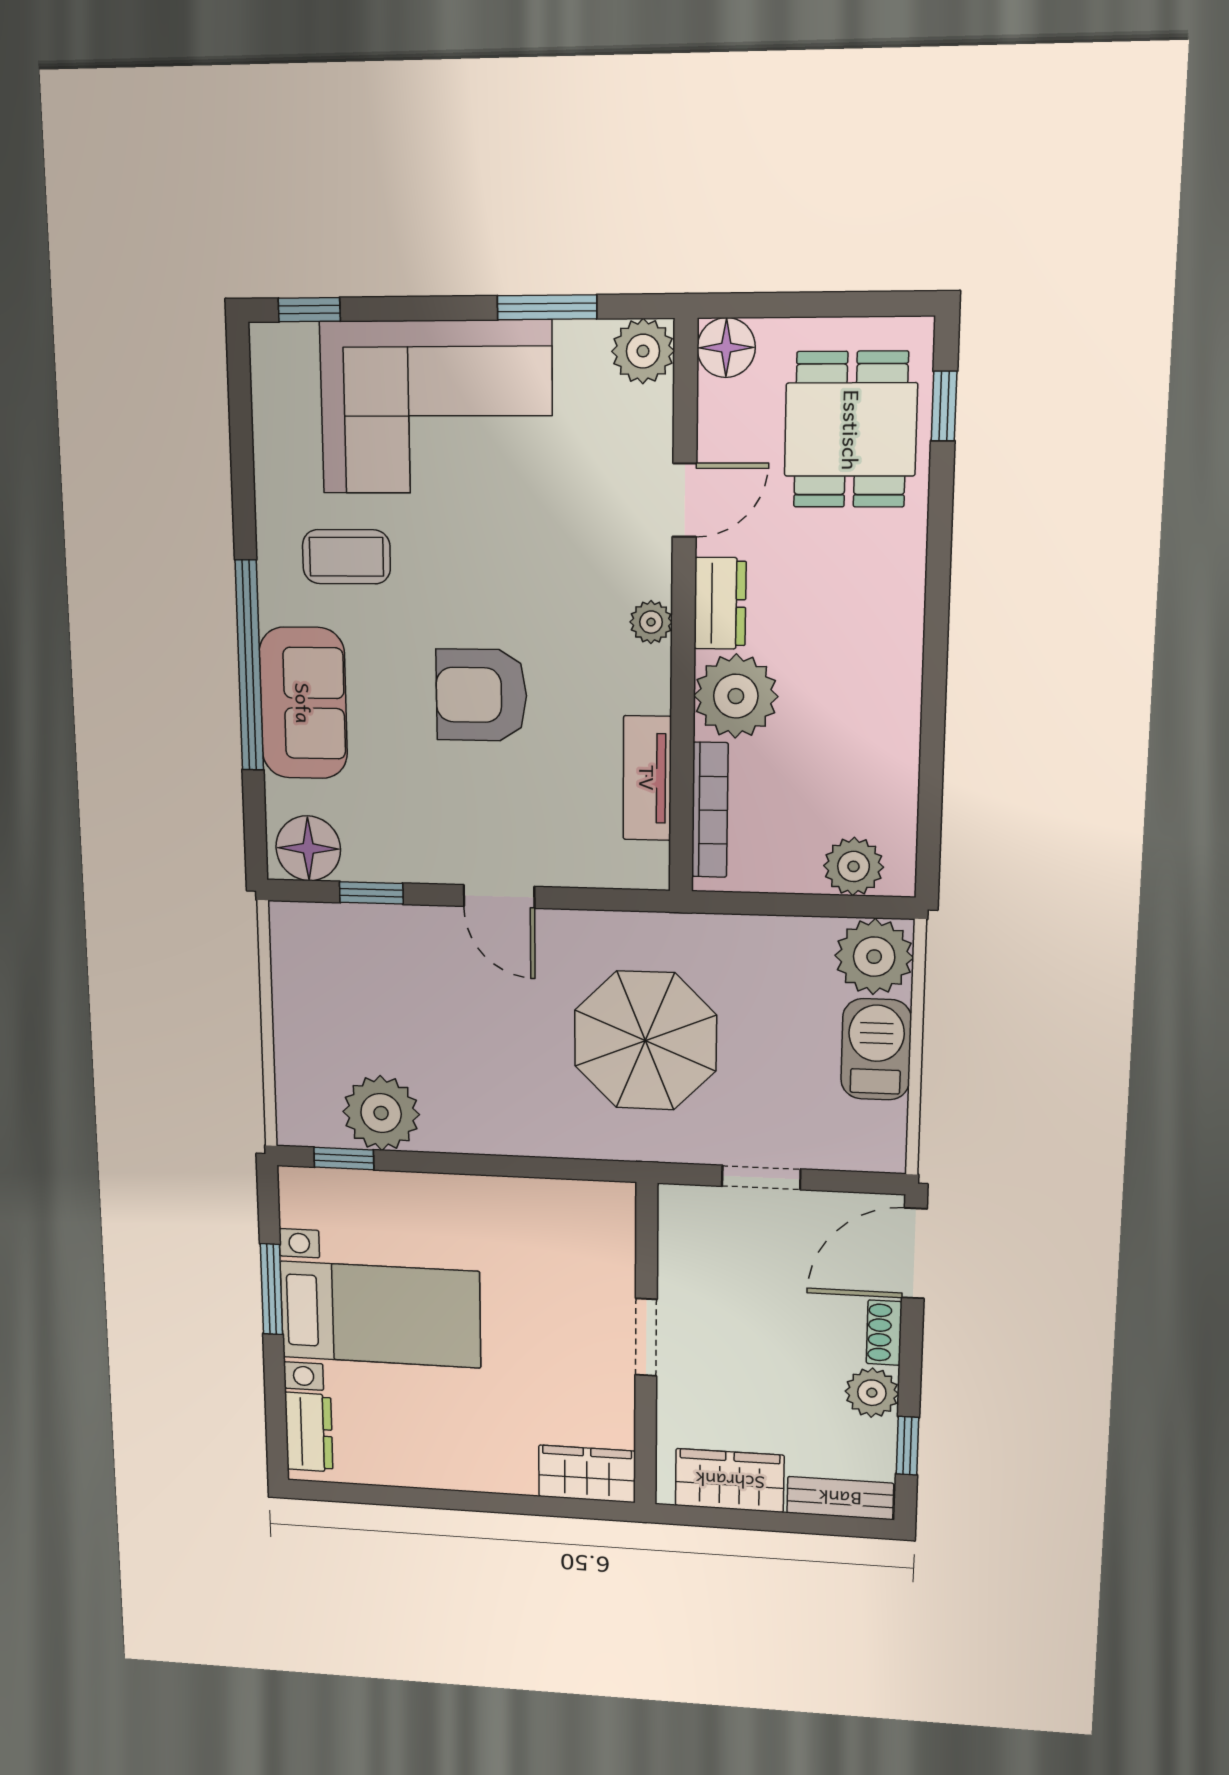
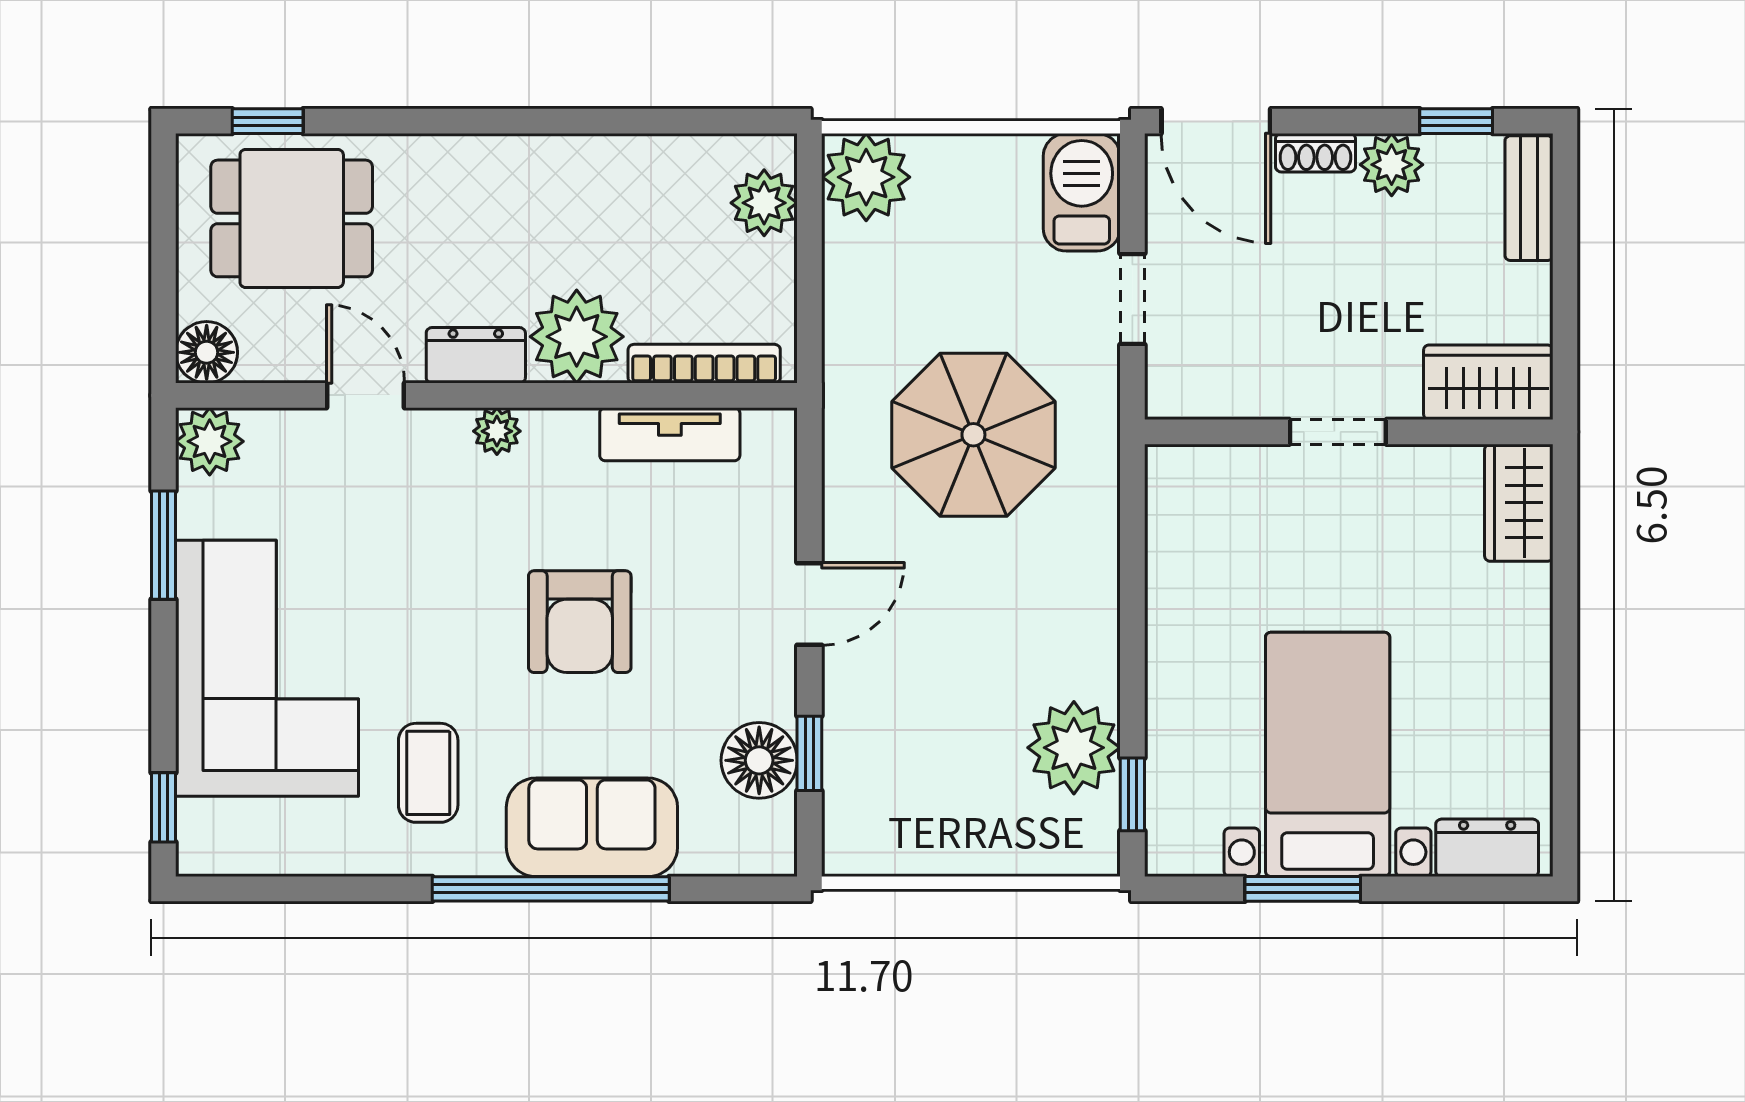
floor lamp: (308, 848) -> (759, 760), moved
barbecue: (876, 1049) -> (1082, 192), moved, turned 90
wardrobe: (730, 1481) -> (1488, 382), moved, turned 90

